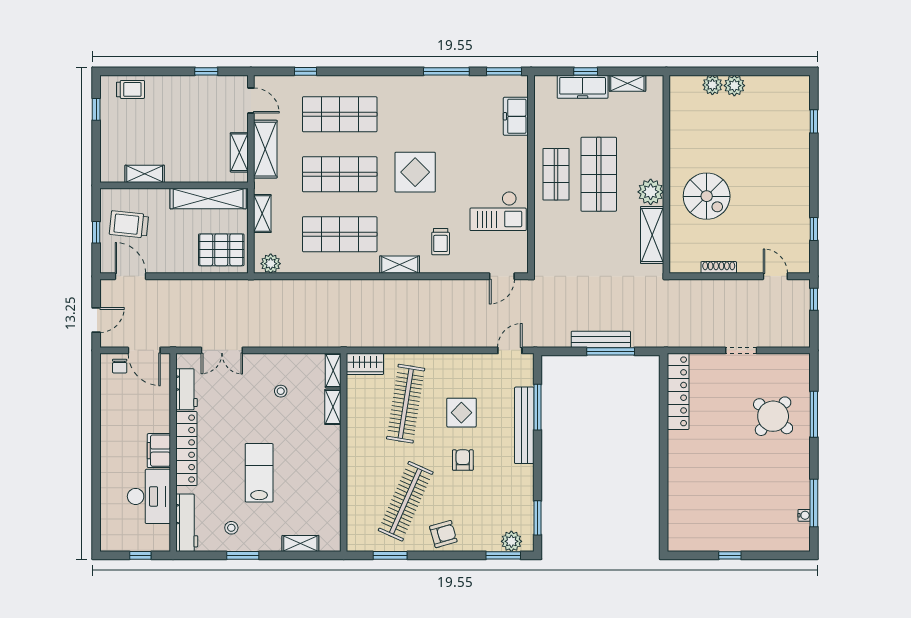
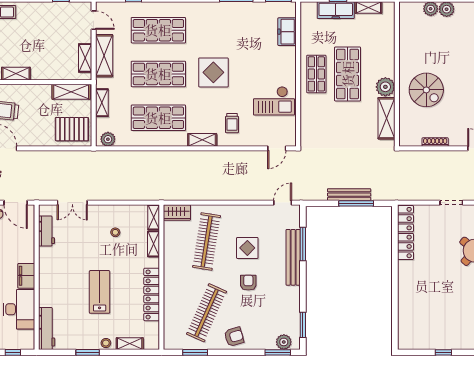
shelving: (208, 199) -> (71, 92), width x0.68
locker: (186, 449) -> (152, 294), moved, turned 180
stool: (231, 528) -> (106, 343), moved

